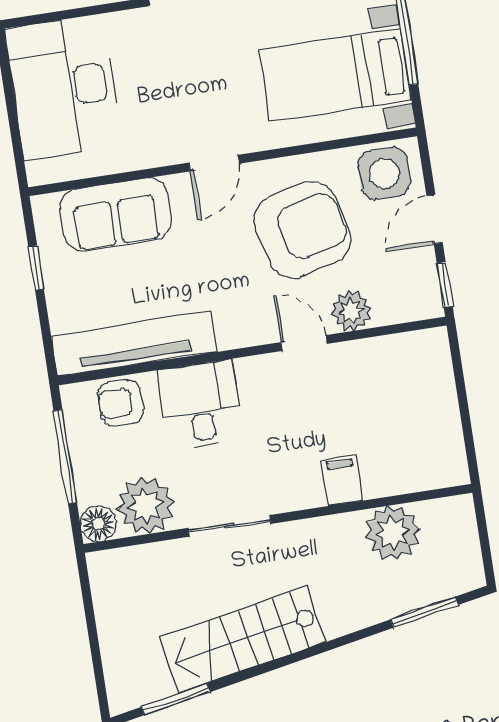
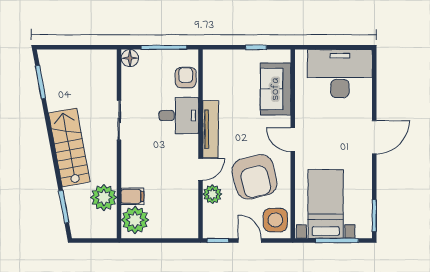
tv unit: (134, 344) -> (210, 129), moved, width x0.73, depth x0.78
filing cabinet: (342, 480) -> (132, 196), moved
plant: (146, 505) -> (135, 220), moved
stairs: (243, 640) -> (69, 147), moved

